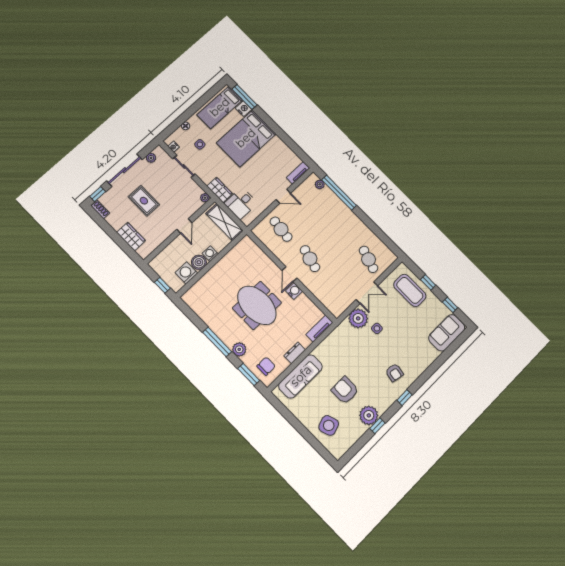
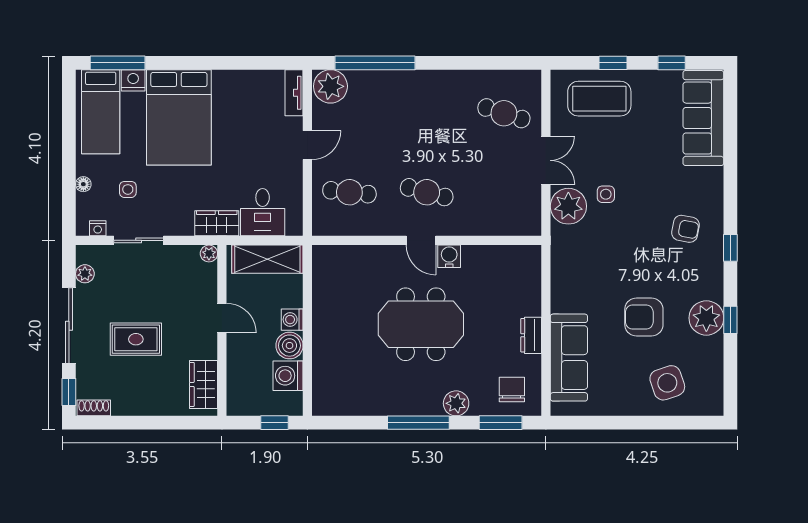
plant: (320, 184) -> (330, 86), width x1.88, depth x1.88
wardrobe: (131, 236) -> (203, 384), moved, turned -90
tv unit: (320, 328) -> (531, 271), removed
sofa: (447, 333) -> (703, 118), width x1.36

